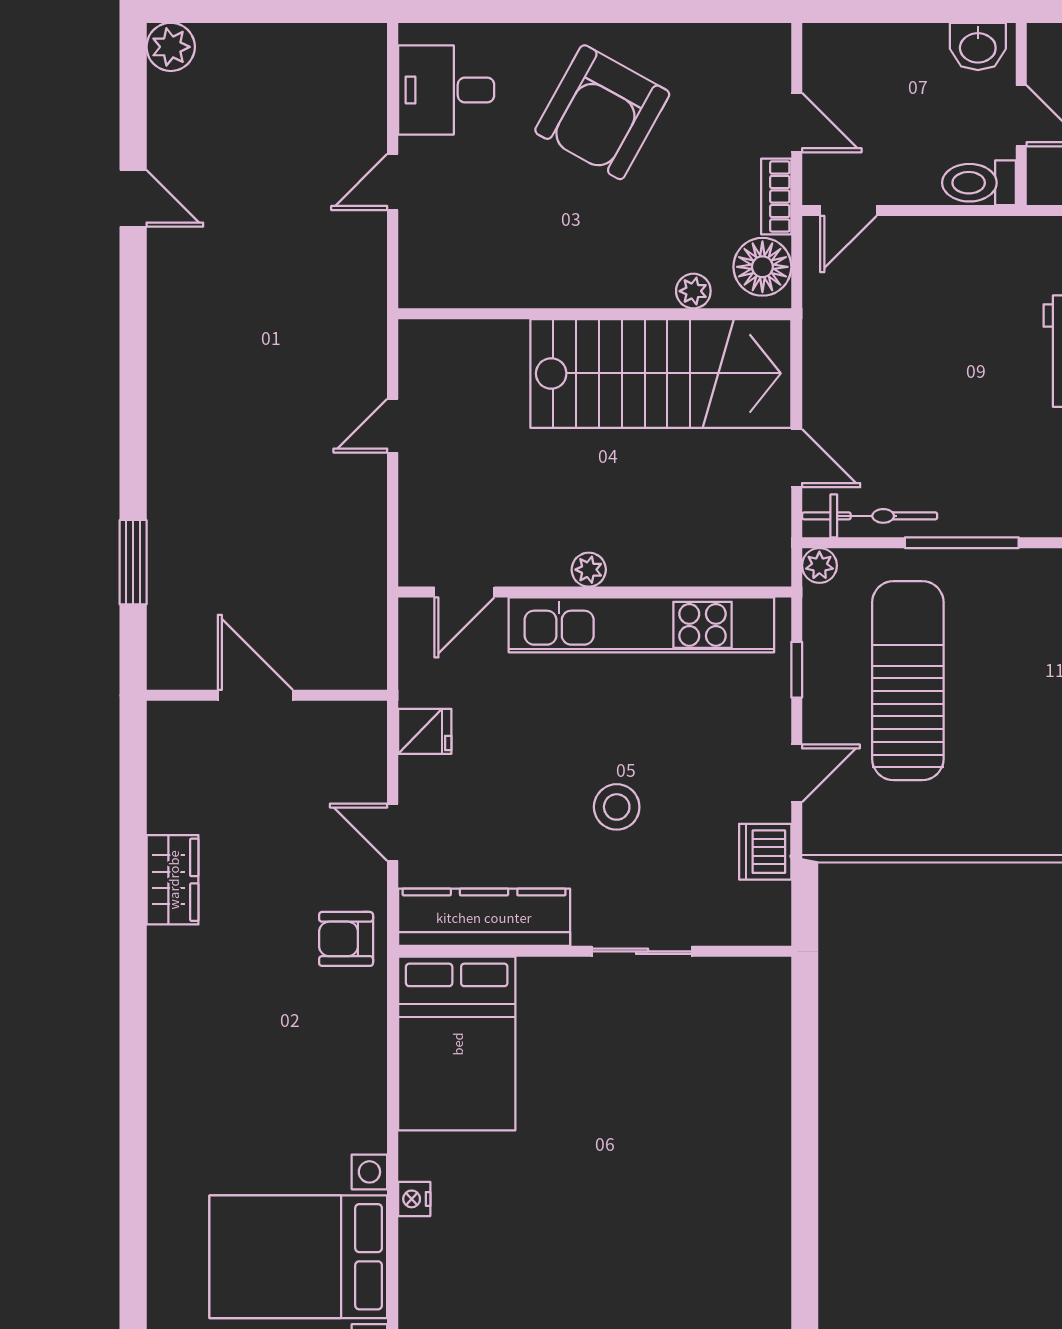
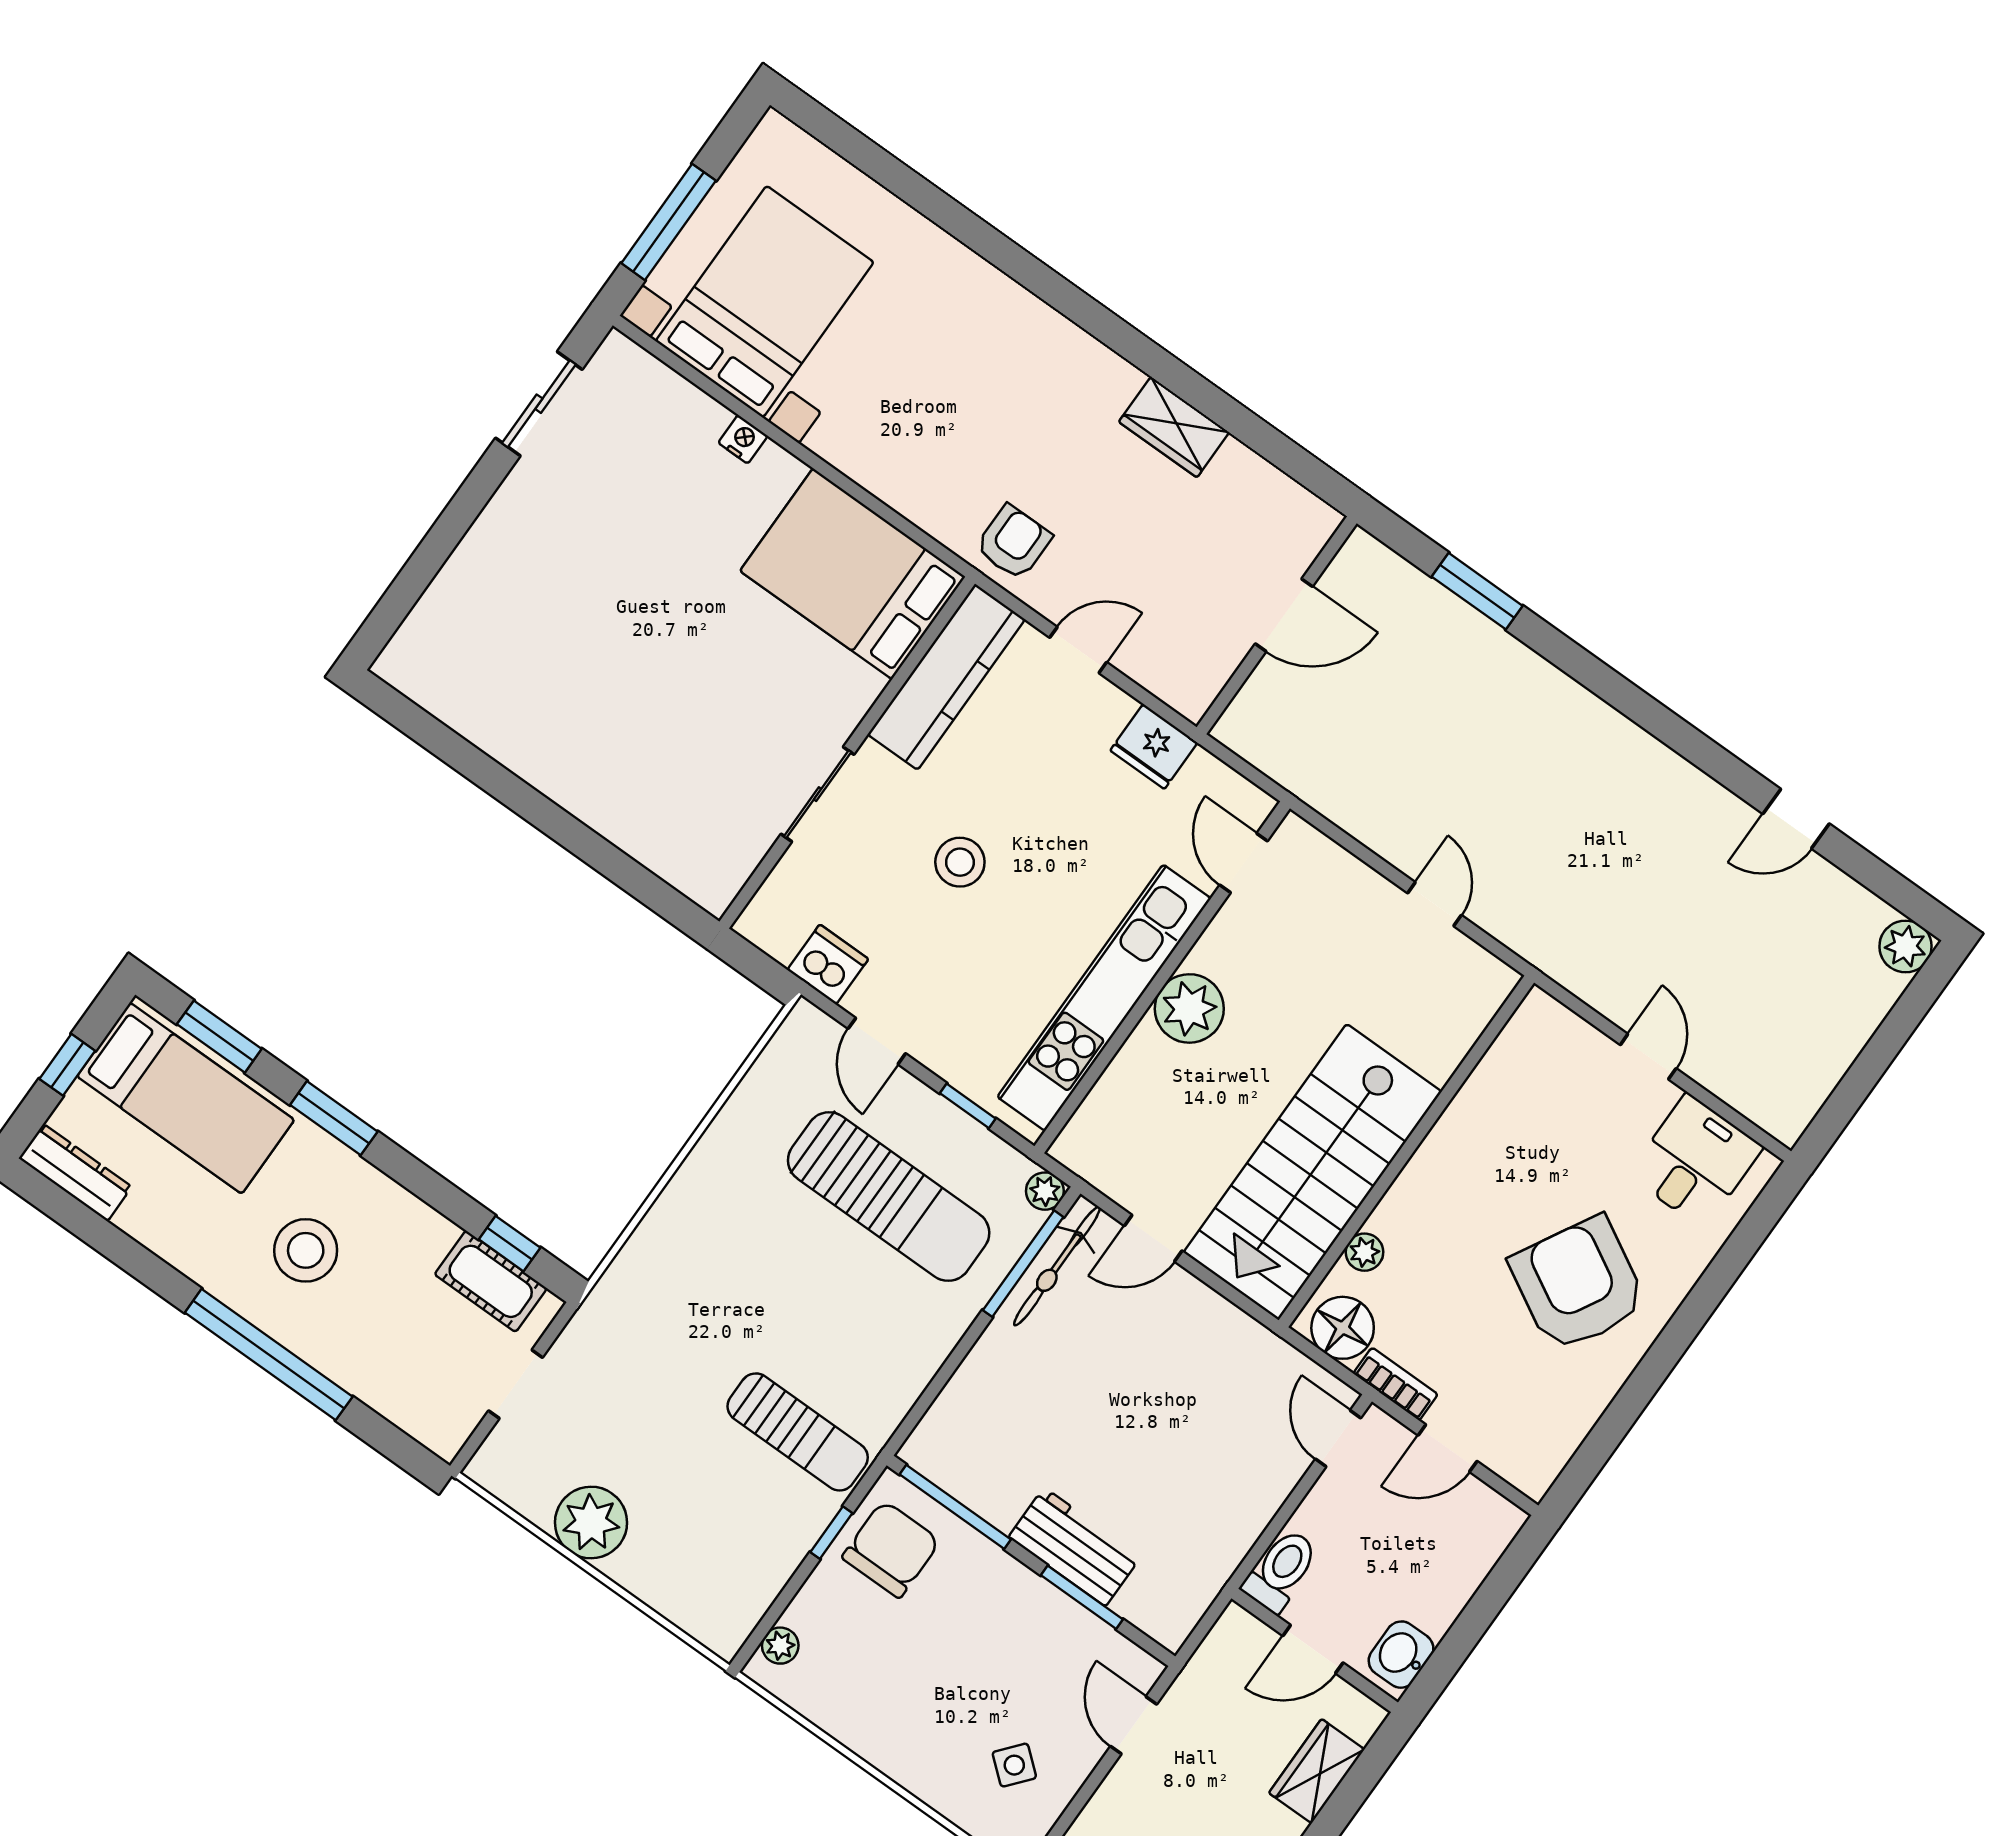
window: (962, 543) -> (1023, 1264), moved
plant: (589, 570) -> (1189, 1008), width x1.88, depth x1.88
fridge: (425, 731) -> (1154, 747), width x1.38

